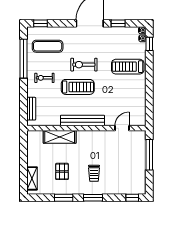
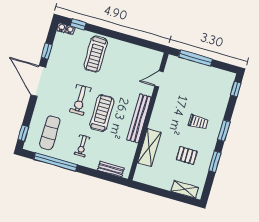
door: (122, 128) -> (159, 79), hinge flipped

